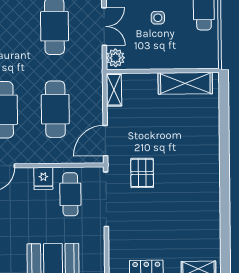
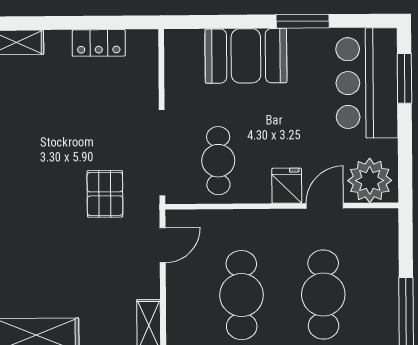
door: (105, 141) -> (163, 245), width x0.73
fridge: (43, 178) -> (287, 186), moved

